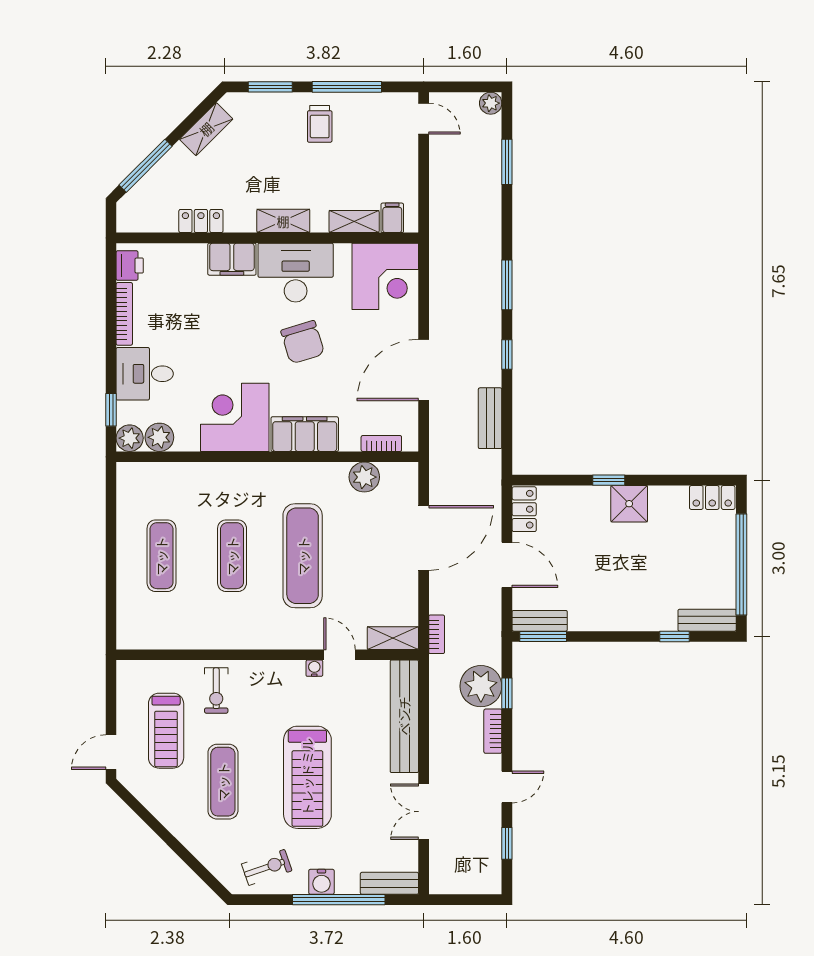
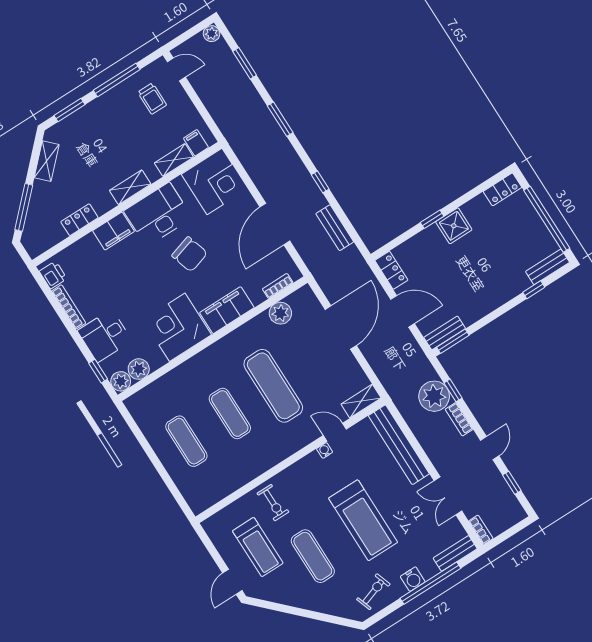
trolley: (320, 124) -> (152, 99), moved
window: (507, 285) -> (280, 119), moved
bookcase: (437, 634) -> (481, 530), moved

